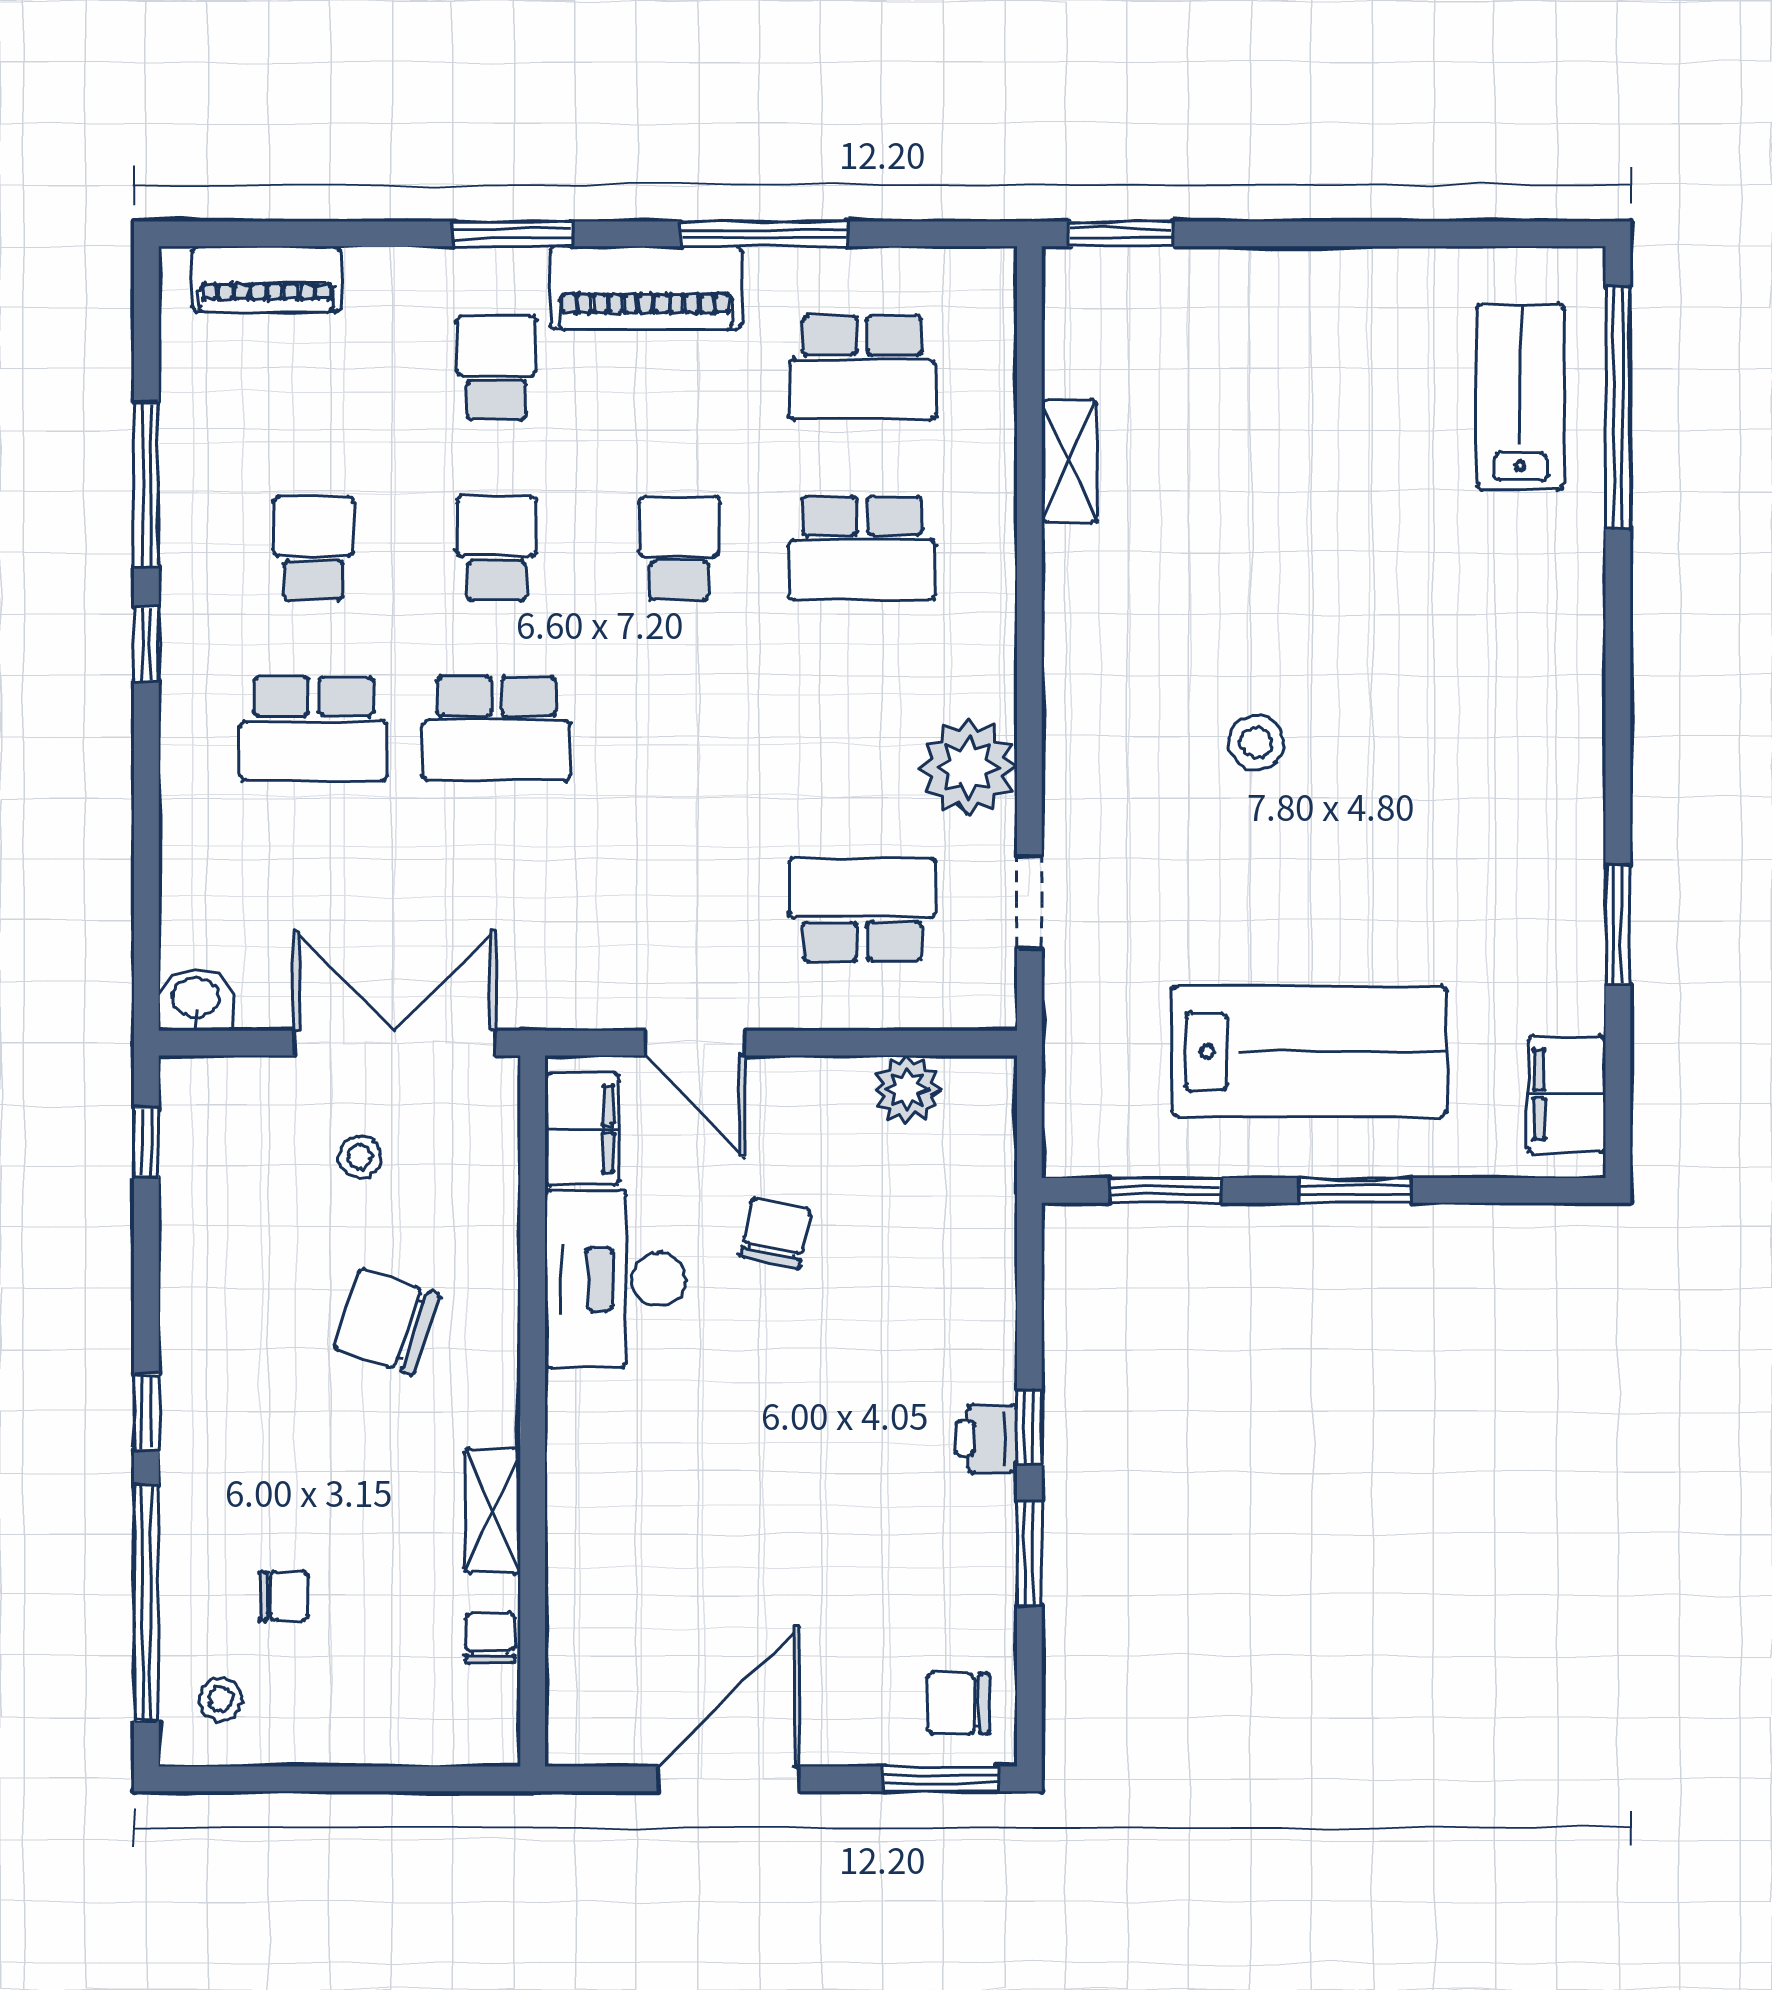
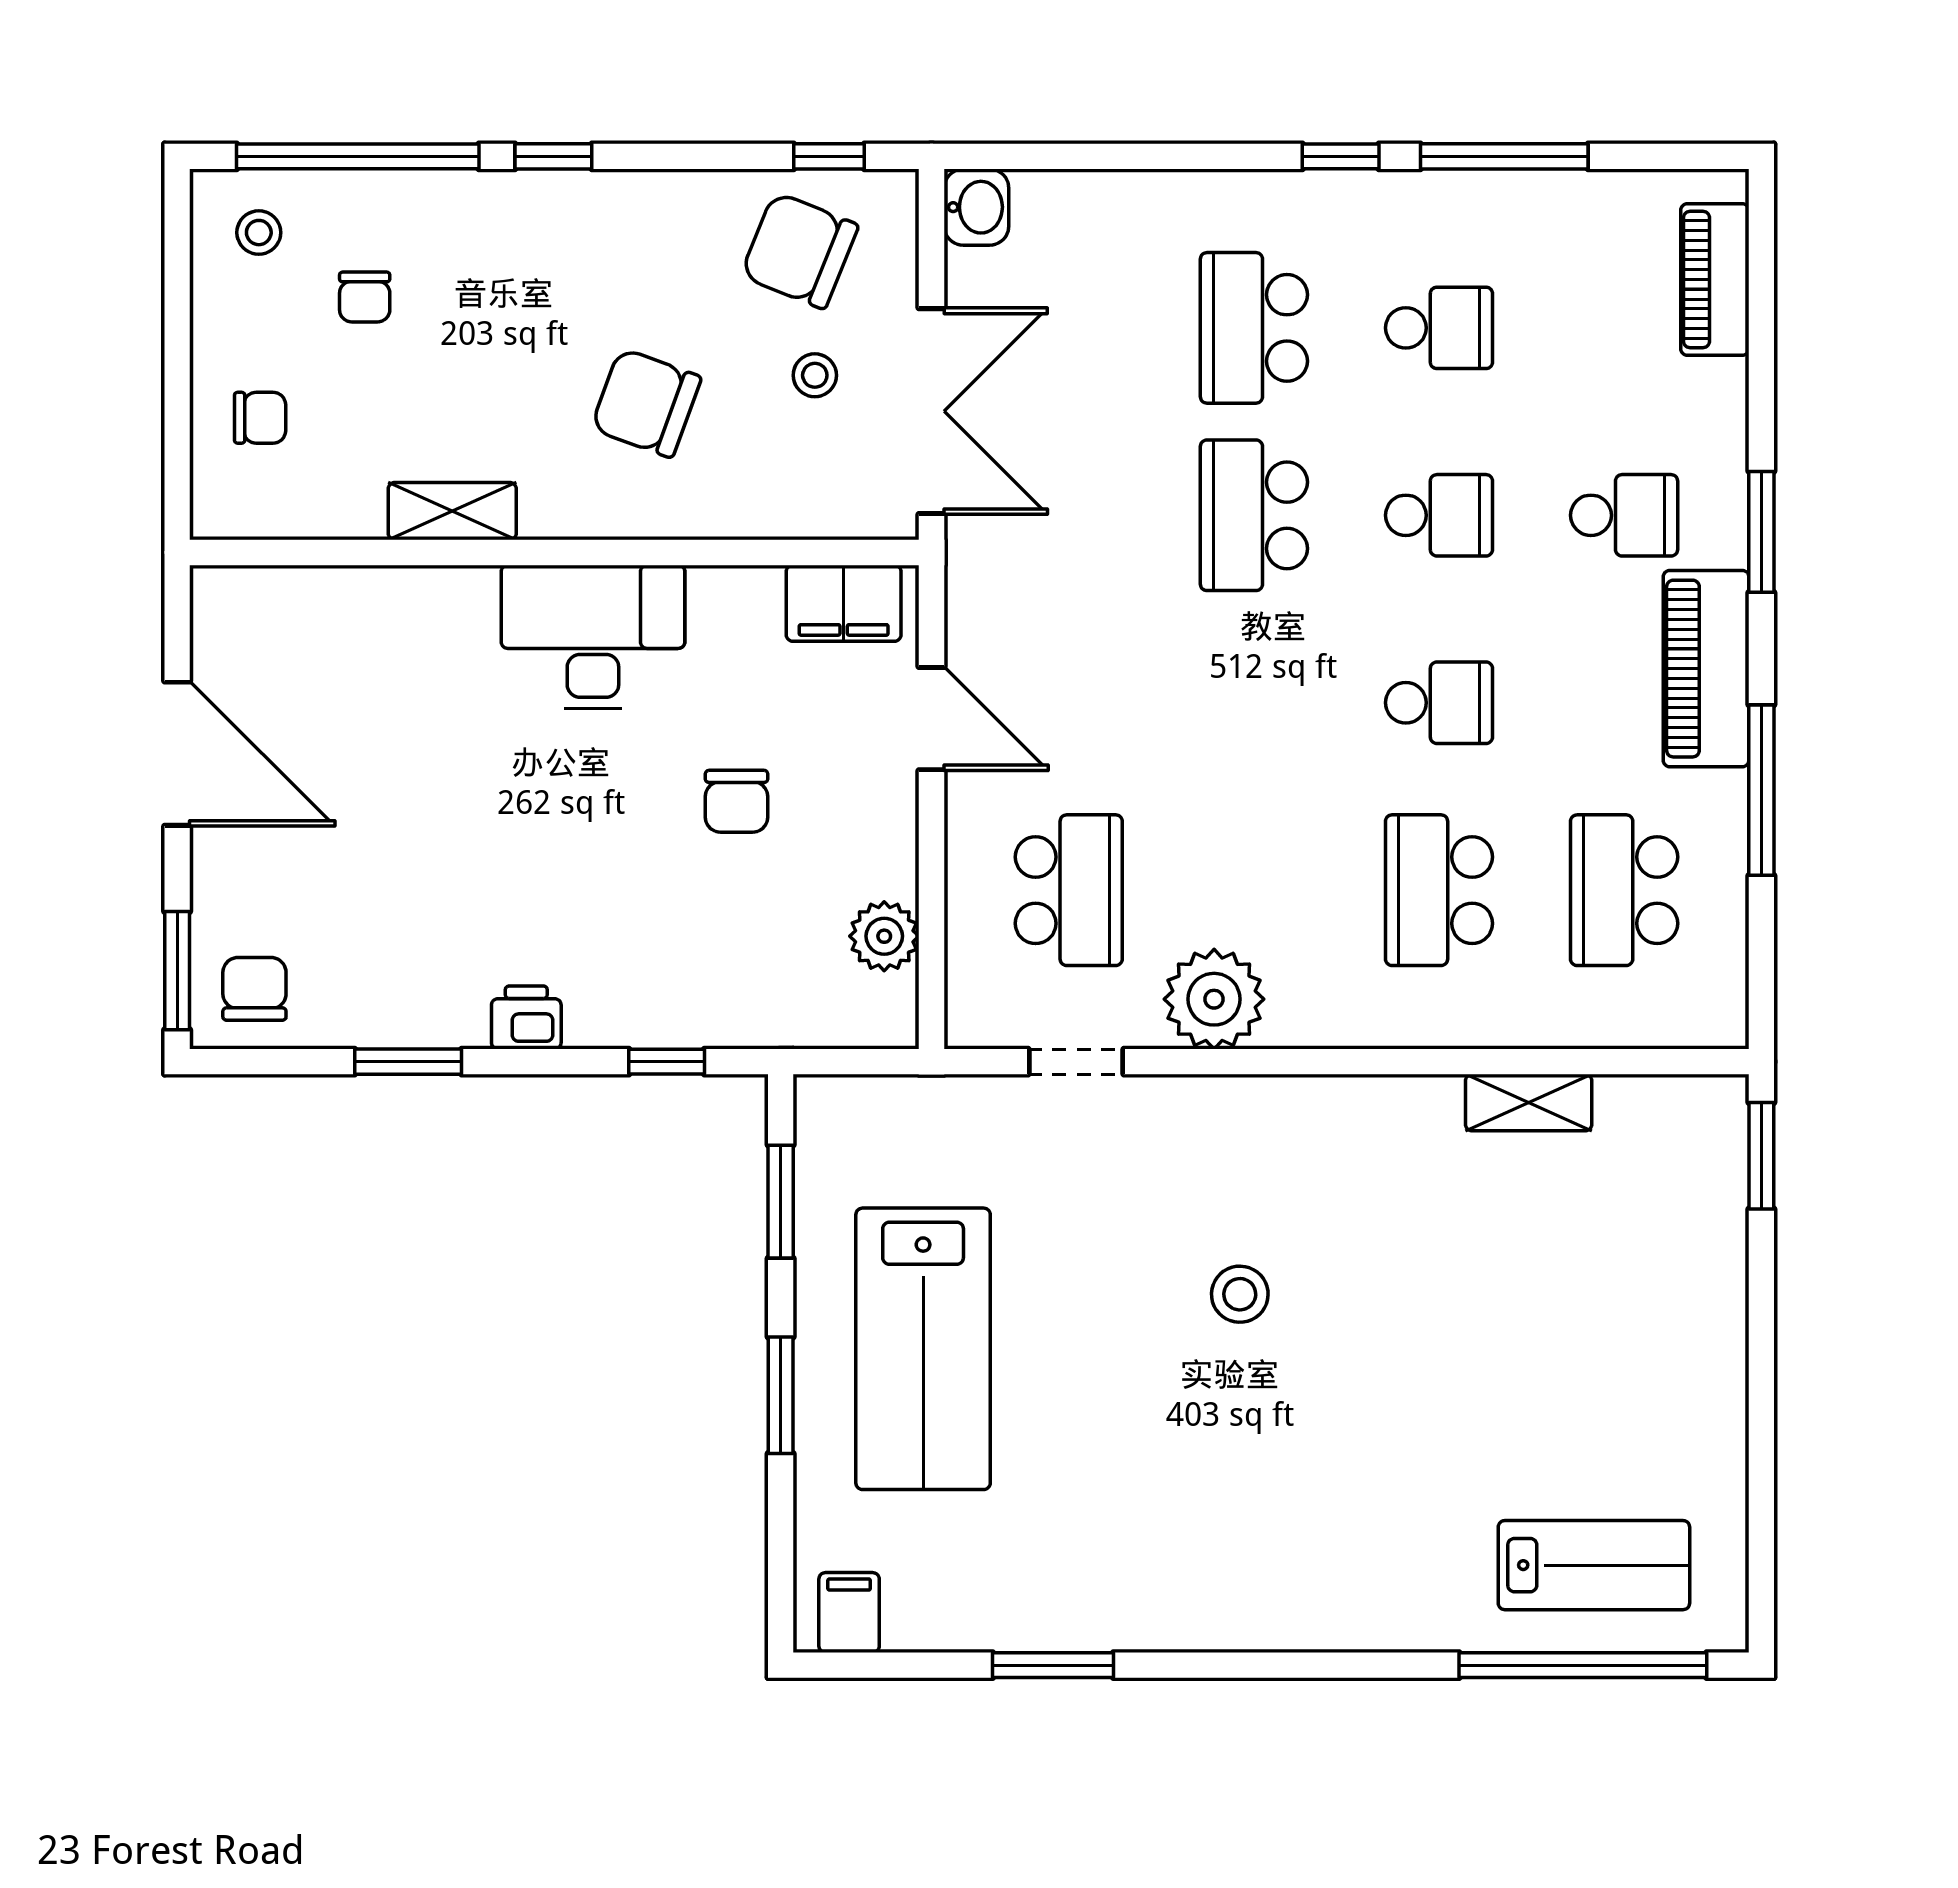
door: (695, 1043) -> (932, 719), swing flipped
filing cabinet: (1567, 1094) -> (849, 1613), width x0.50
chair: (238, 1172) -> (799, 250), added
chair: (775, 1233) -> (737, 801), turned 78
desk: (615, 1279) -> (593, 637), moved
chair: (387, 1322) -> (646, 403), turned -89
window: (1029, 1427) -> (667, 1062), moved
chair: (490, 1638) -> (260, 418), moved

